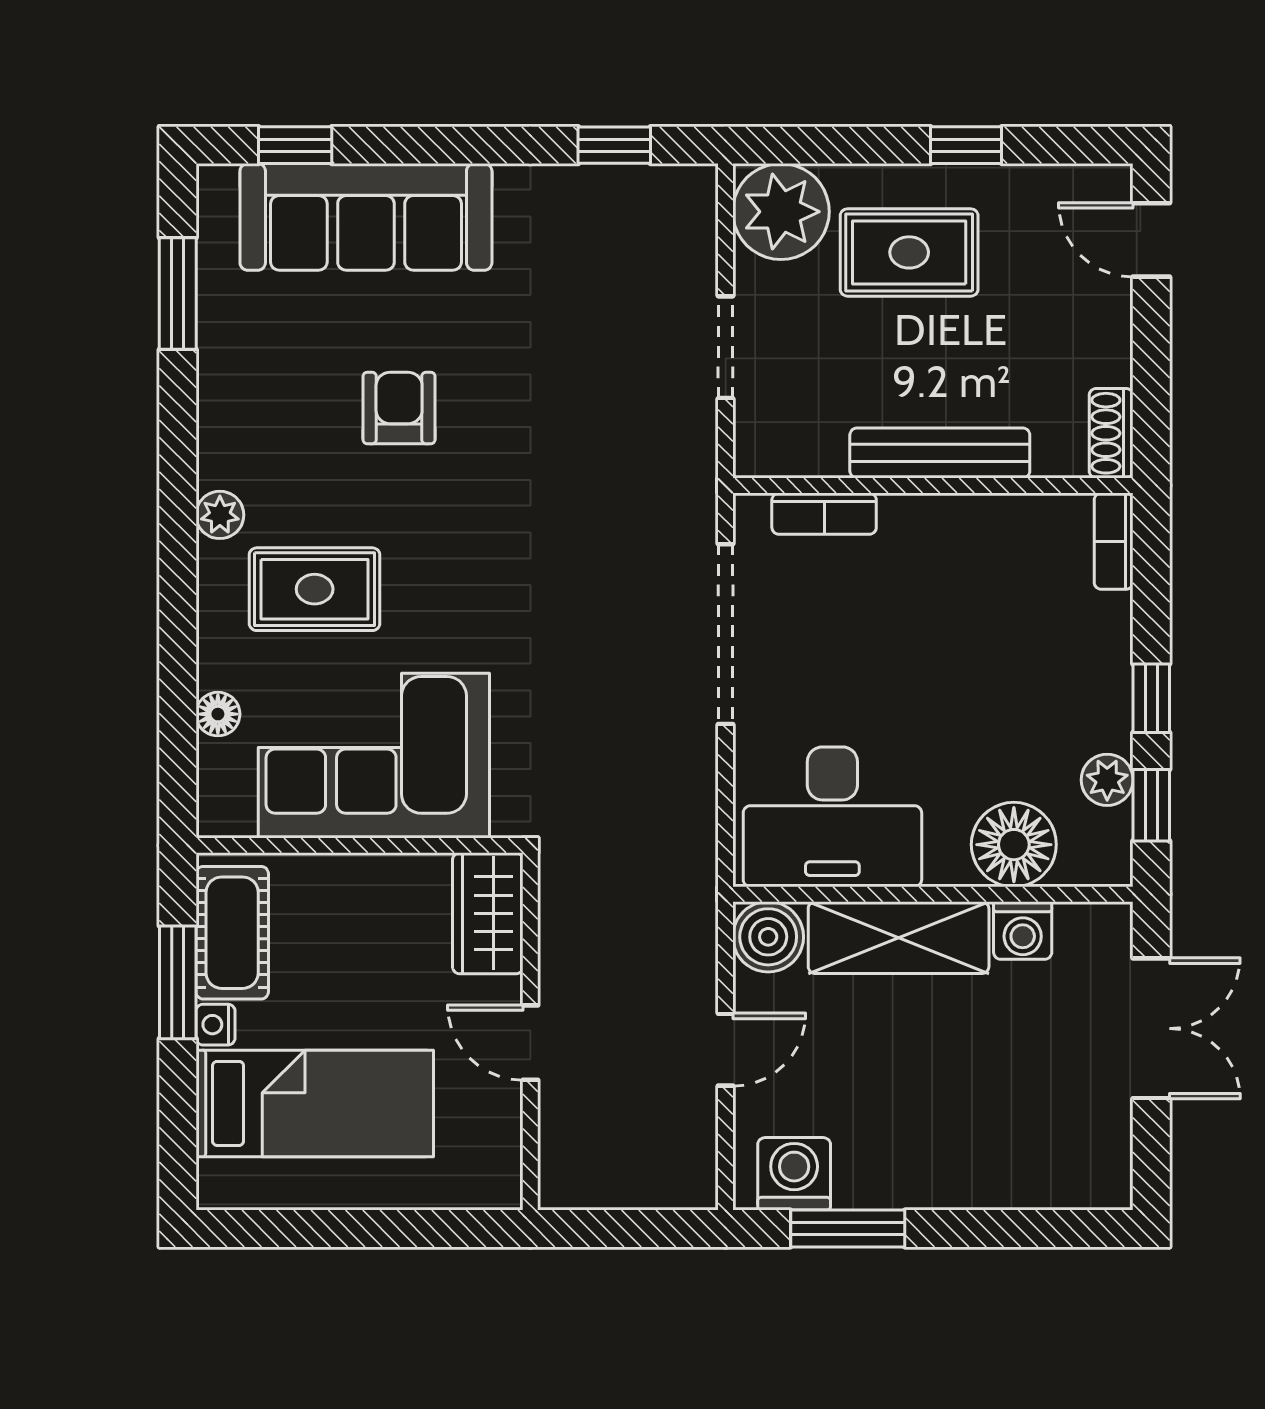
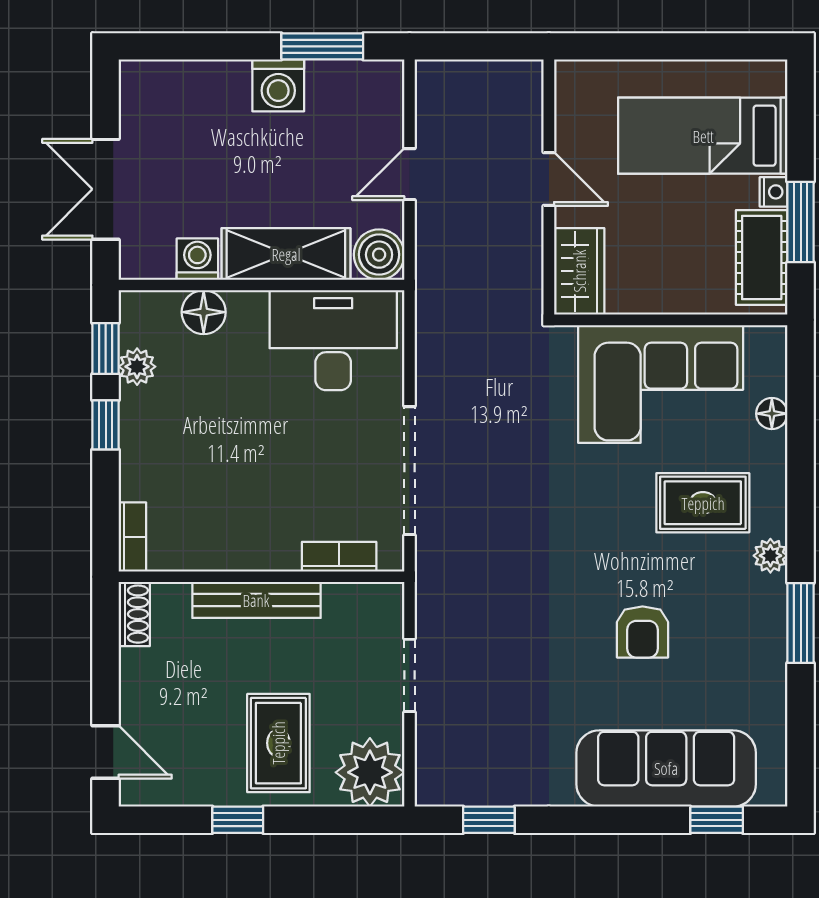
rug: (909, 252) -> (278, 743), turned 90
window: (178, 294) -> (801, 623), moved
floor lamp: (1014, 845) -> (204, 312), width x0.73, depth x0.73
washing machine: (794, 1174) -> (278, 85), moved

